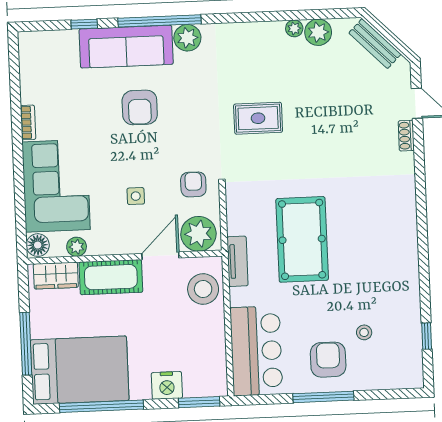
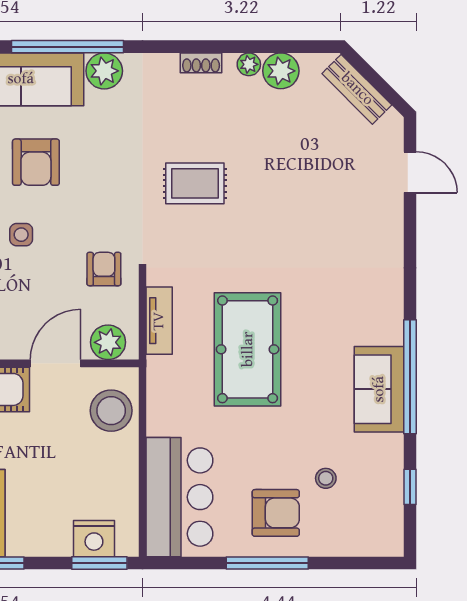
shoe rack: (406, 136) -> (201, 63), moved, turned -90
side table: (136, 196) -> (21, 235), moved
plant: (198, 234) -> (108, 342), width x0.73, depth x0.73
window: (423, 255) -> (410, 377), added
tv unit: (237, 261) -> (159, 321), moved
sofa: (401, 265) -> (379, 389), added
armchair: (328, 360) -> (276, 513), turned 90
nightstand: (167, 385) -> (94, 539), moved

